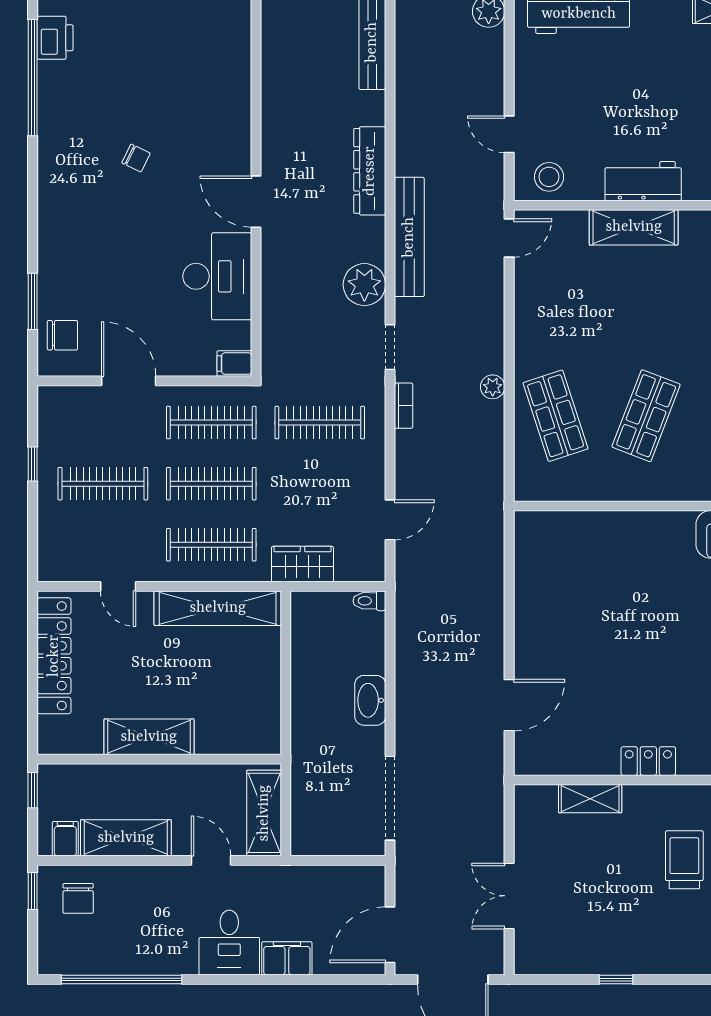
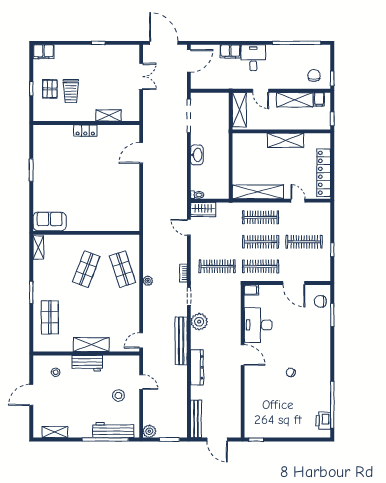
stool: (549, 177) -> (118, 395), moved
door: (390, 520) -> (189, 227), hinge flipped
wardrobe: (302, 564) -> (203, 210), moved

